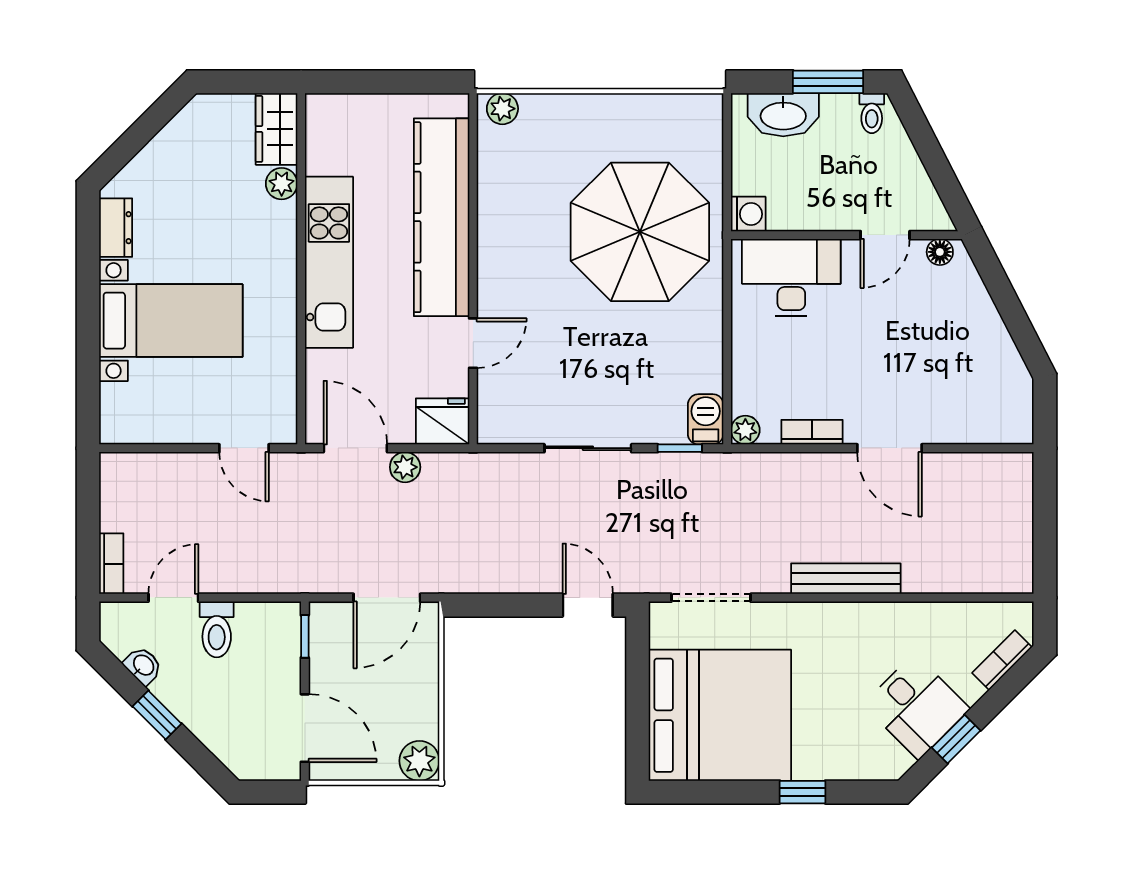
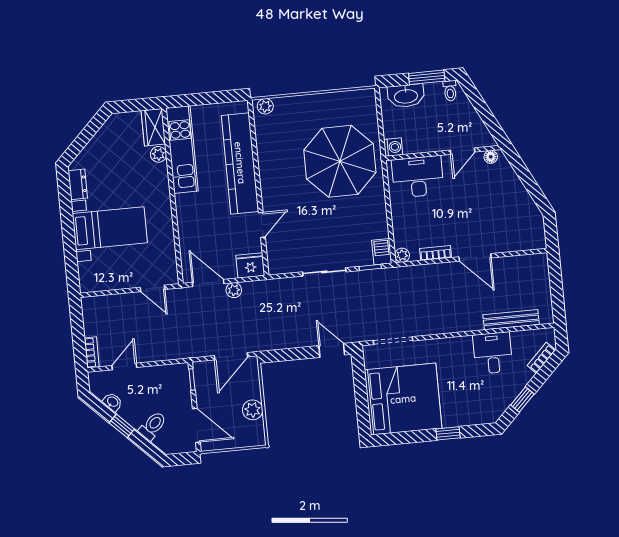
kitchen unit: (329, 262) -> (182, 150), moved
bench: (846, 579) -> (511, 320), moved
toilet: (217, 629) -> (153, 426), moved, turned -135
desk: (916, 707) -> (493, 353), moved, turned -135
plant: (419, 761) -> (253, 410), moved

